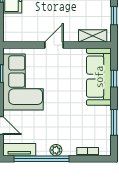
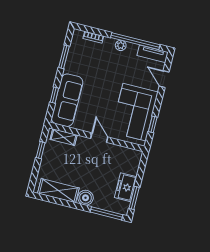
door: (54, 45) -> (99, 138), swing flipped

